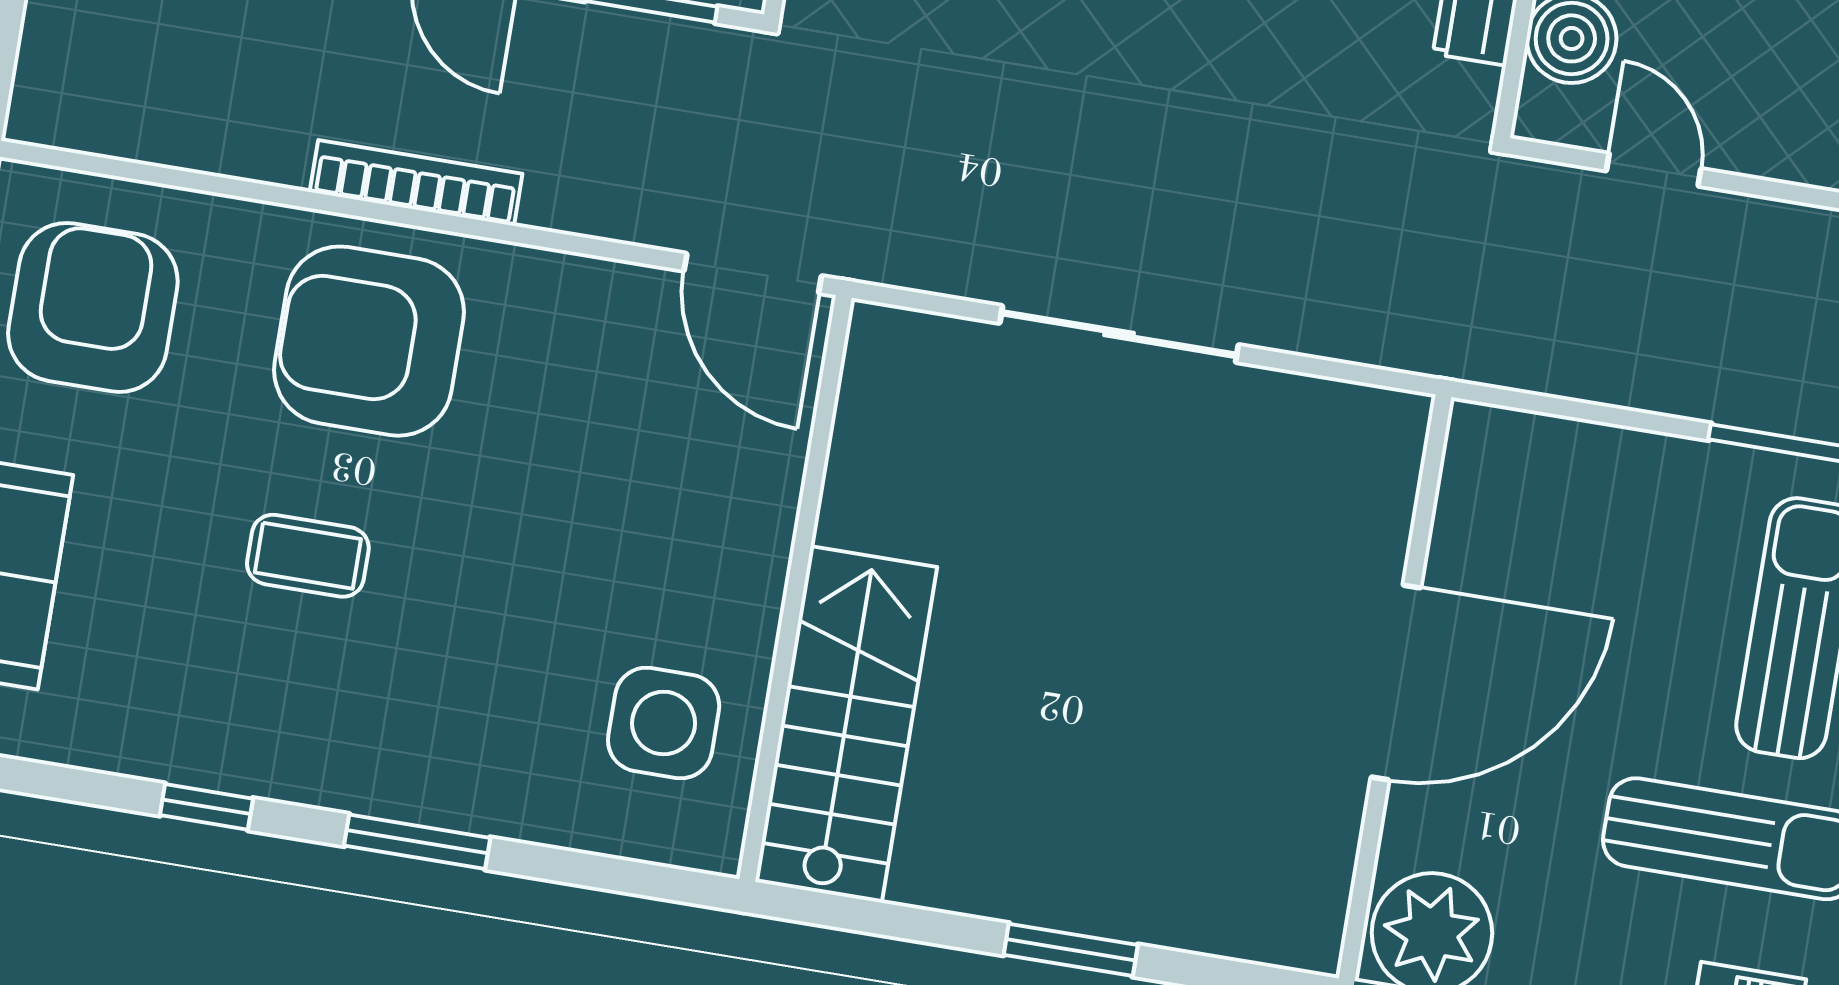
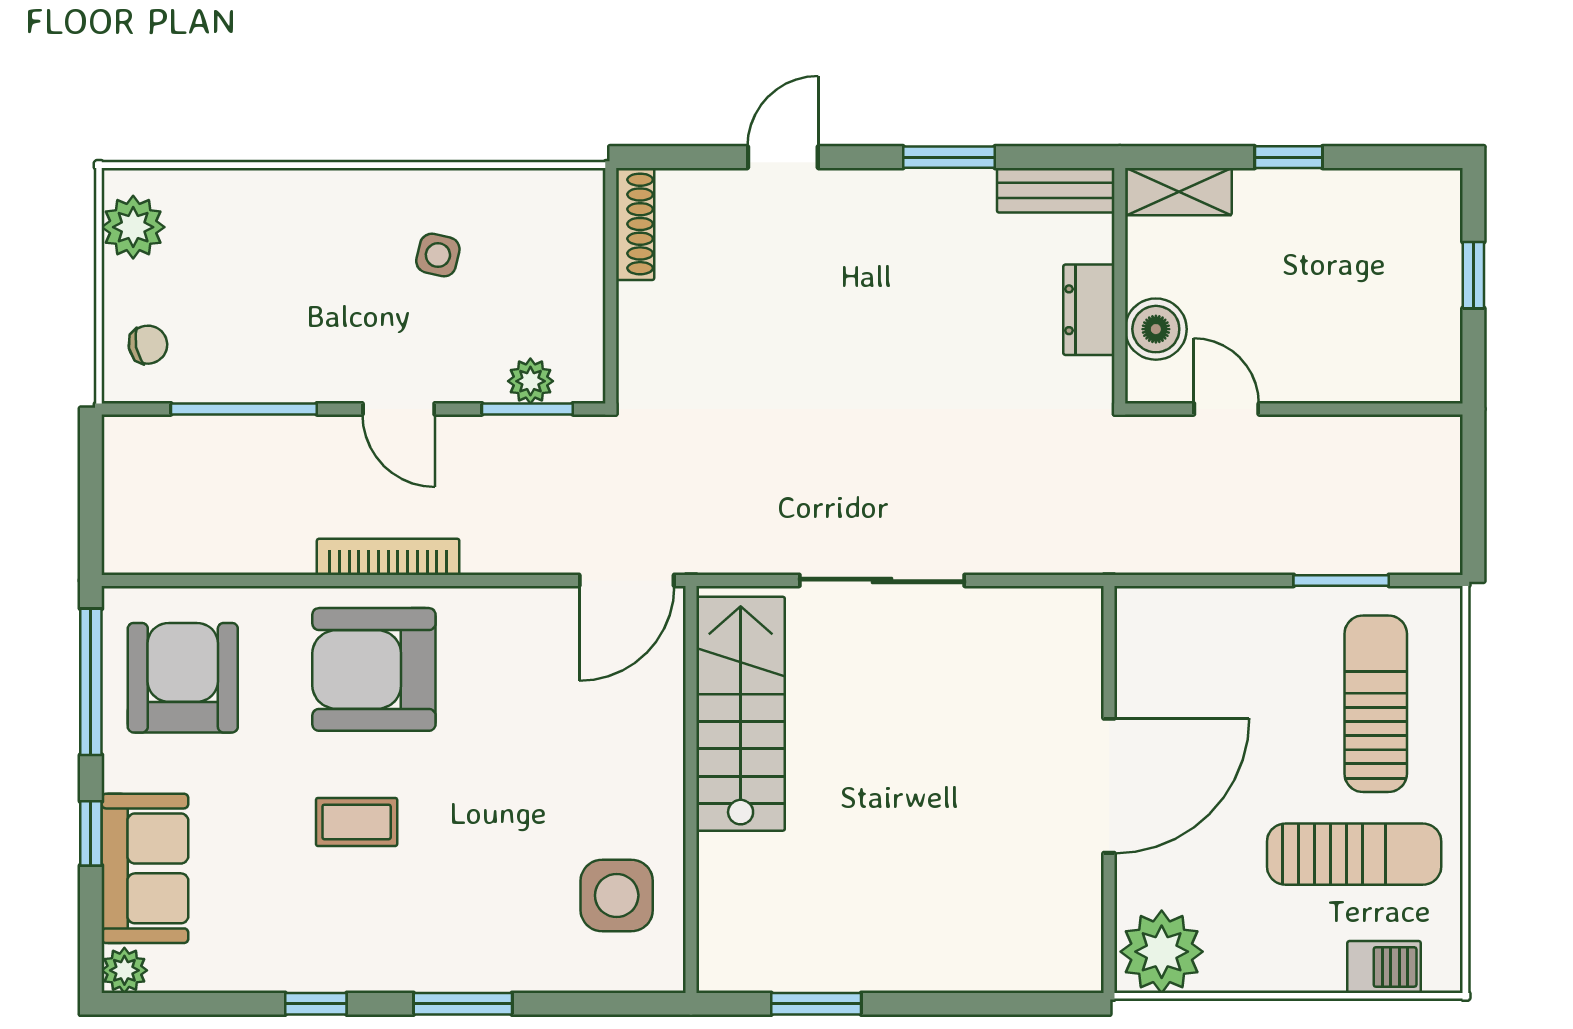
door: (753, 273) -> (627, 580), hinge flipped
stairs: (846, 724) -> (741, 714), moved
window: (1071, 950) -> (816, 1004), moved

